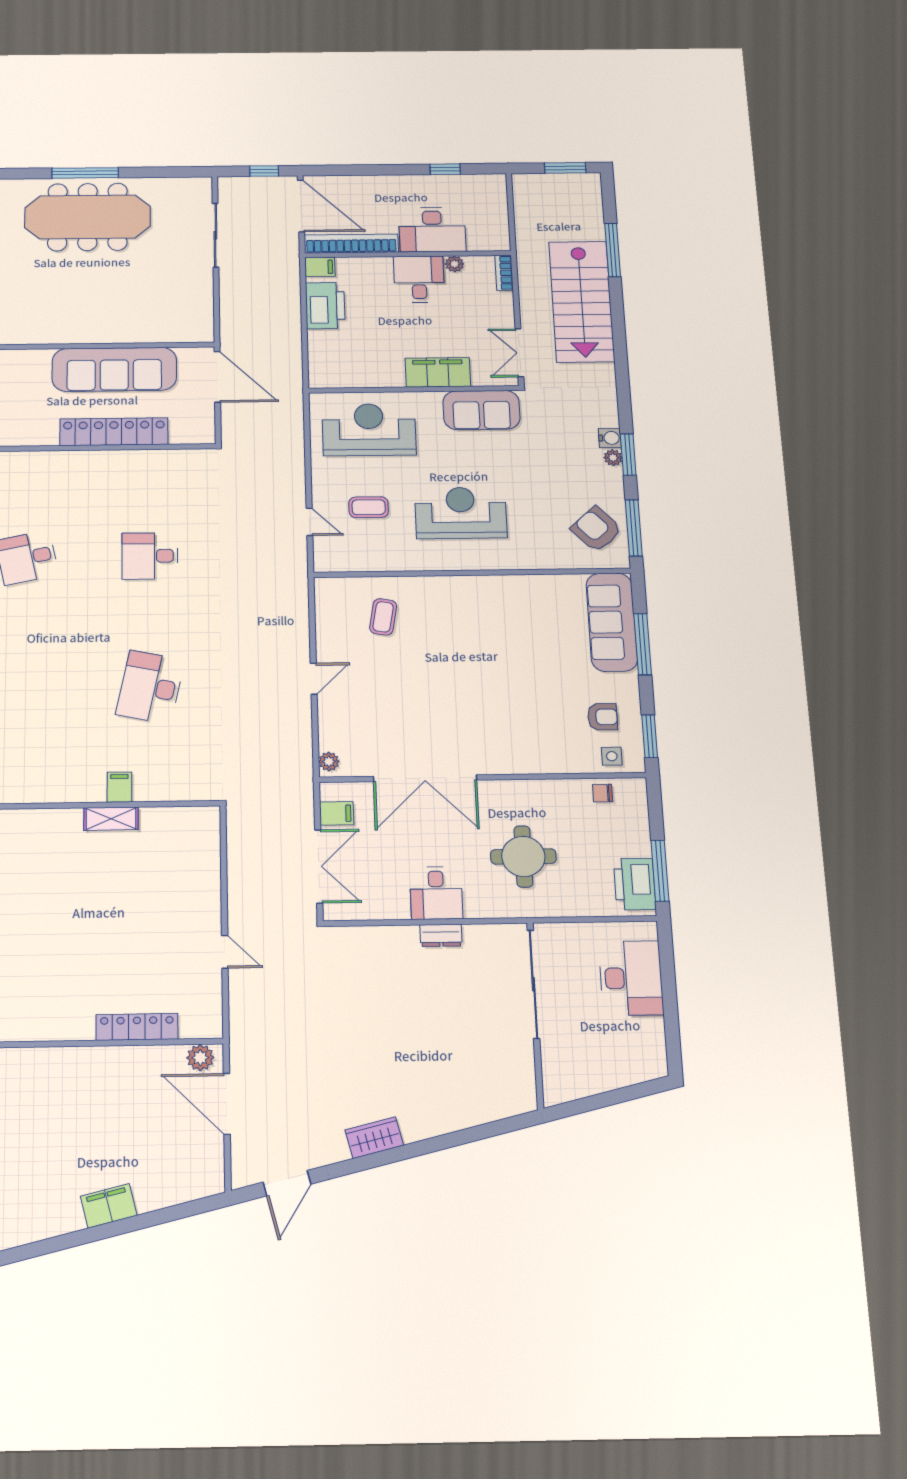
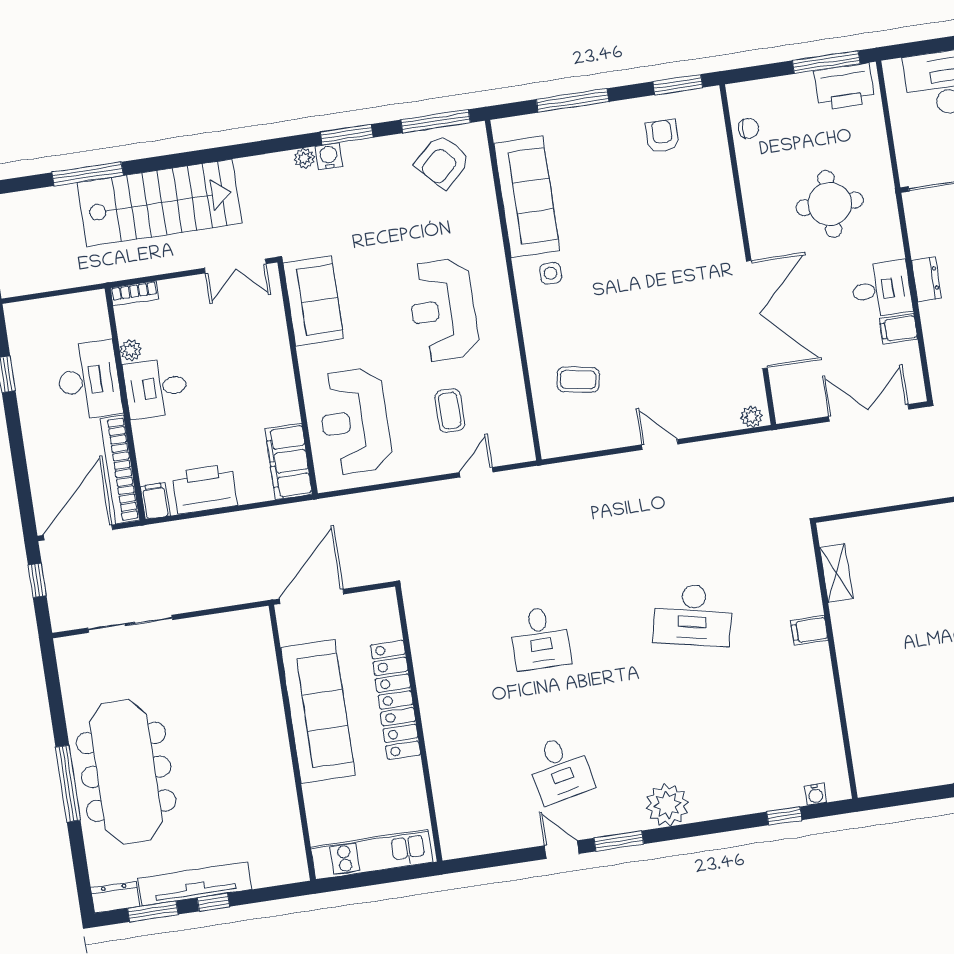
filing cabinet: (438, 372) -> (289, 462), moved
plant: (613, 458) -> (304, 158), moved
sofa: (612, 622) -> (527, 197), moved, turned -90
side table: (612, 756) -> (551, 273), moved
chair: (603, 793) -> (748, 128), turned -90
filing cabinet: (337, 813) -> (899, 329), moved, turned -90
shelving: (111, 819) -> (836, 573), moved

